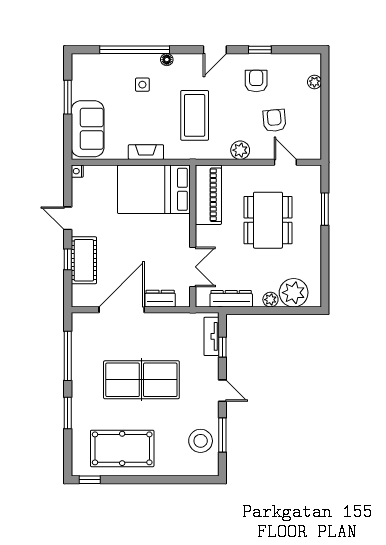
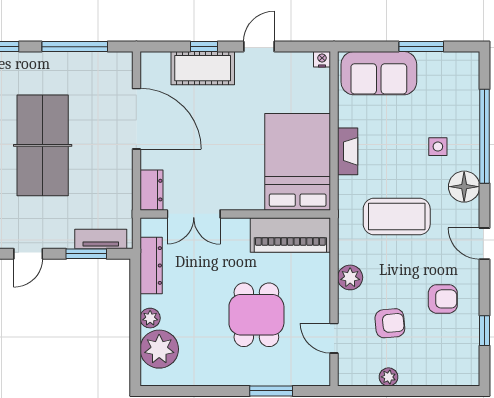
window: (260, 50) -> (485, 331), moved
floor lamp: (167, 60) -> (464, 187), width x1.89, depth x1.89
plant: (314, 82) -> (388, 377), moved
door: (285, 162) -> (334, 338), swing flipped
dining table: (268, 220) -> (256, 315), width x0.73
dresser: (160, 299) -> (151, 190), moved
window: (222, 347) -> (86, 254), width x1.50

